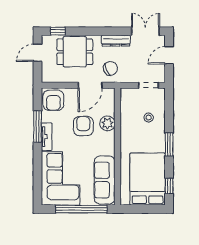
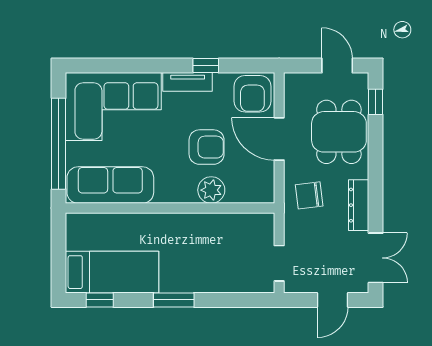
door: (169, 55) -> (333, 300), swing flipped
chair: (110, 68) -> (309, 195), turned 108
door: (90, 85) -> (279, 139), moved
armchair: (53, 100) -> (252, 94), turned -90
stool: (149, 118) -> (222, 264), removed
window: (38, 126) -> (206, 66), width x0.46
bed: (148, 179) -> (112, 272), width x0.67

